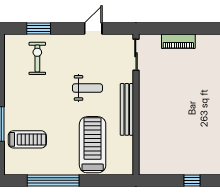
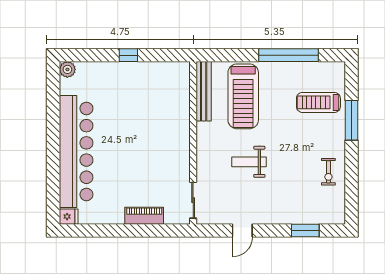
exercise bike: (37, 58) -> (328, 172), moved, width x0.73, depth x0.72
bench: (127, 109) -> (204, 91), moved

